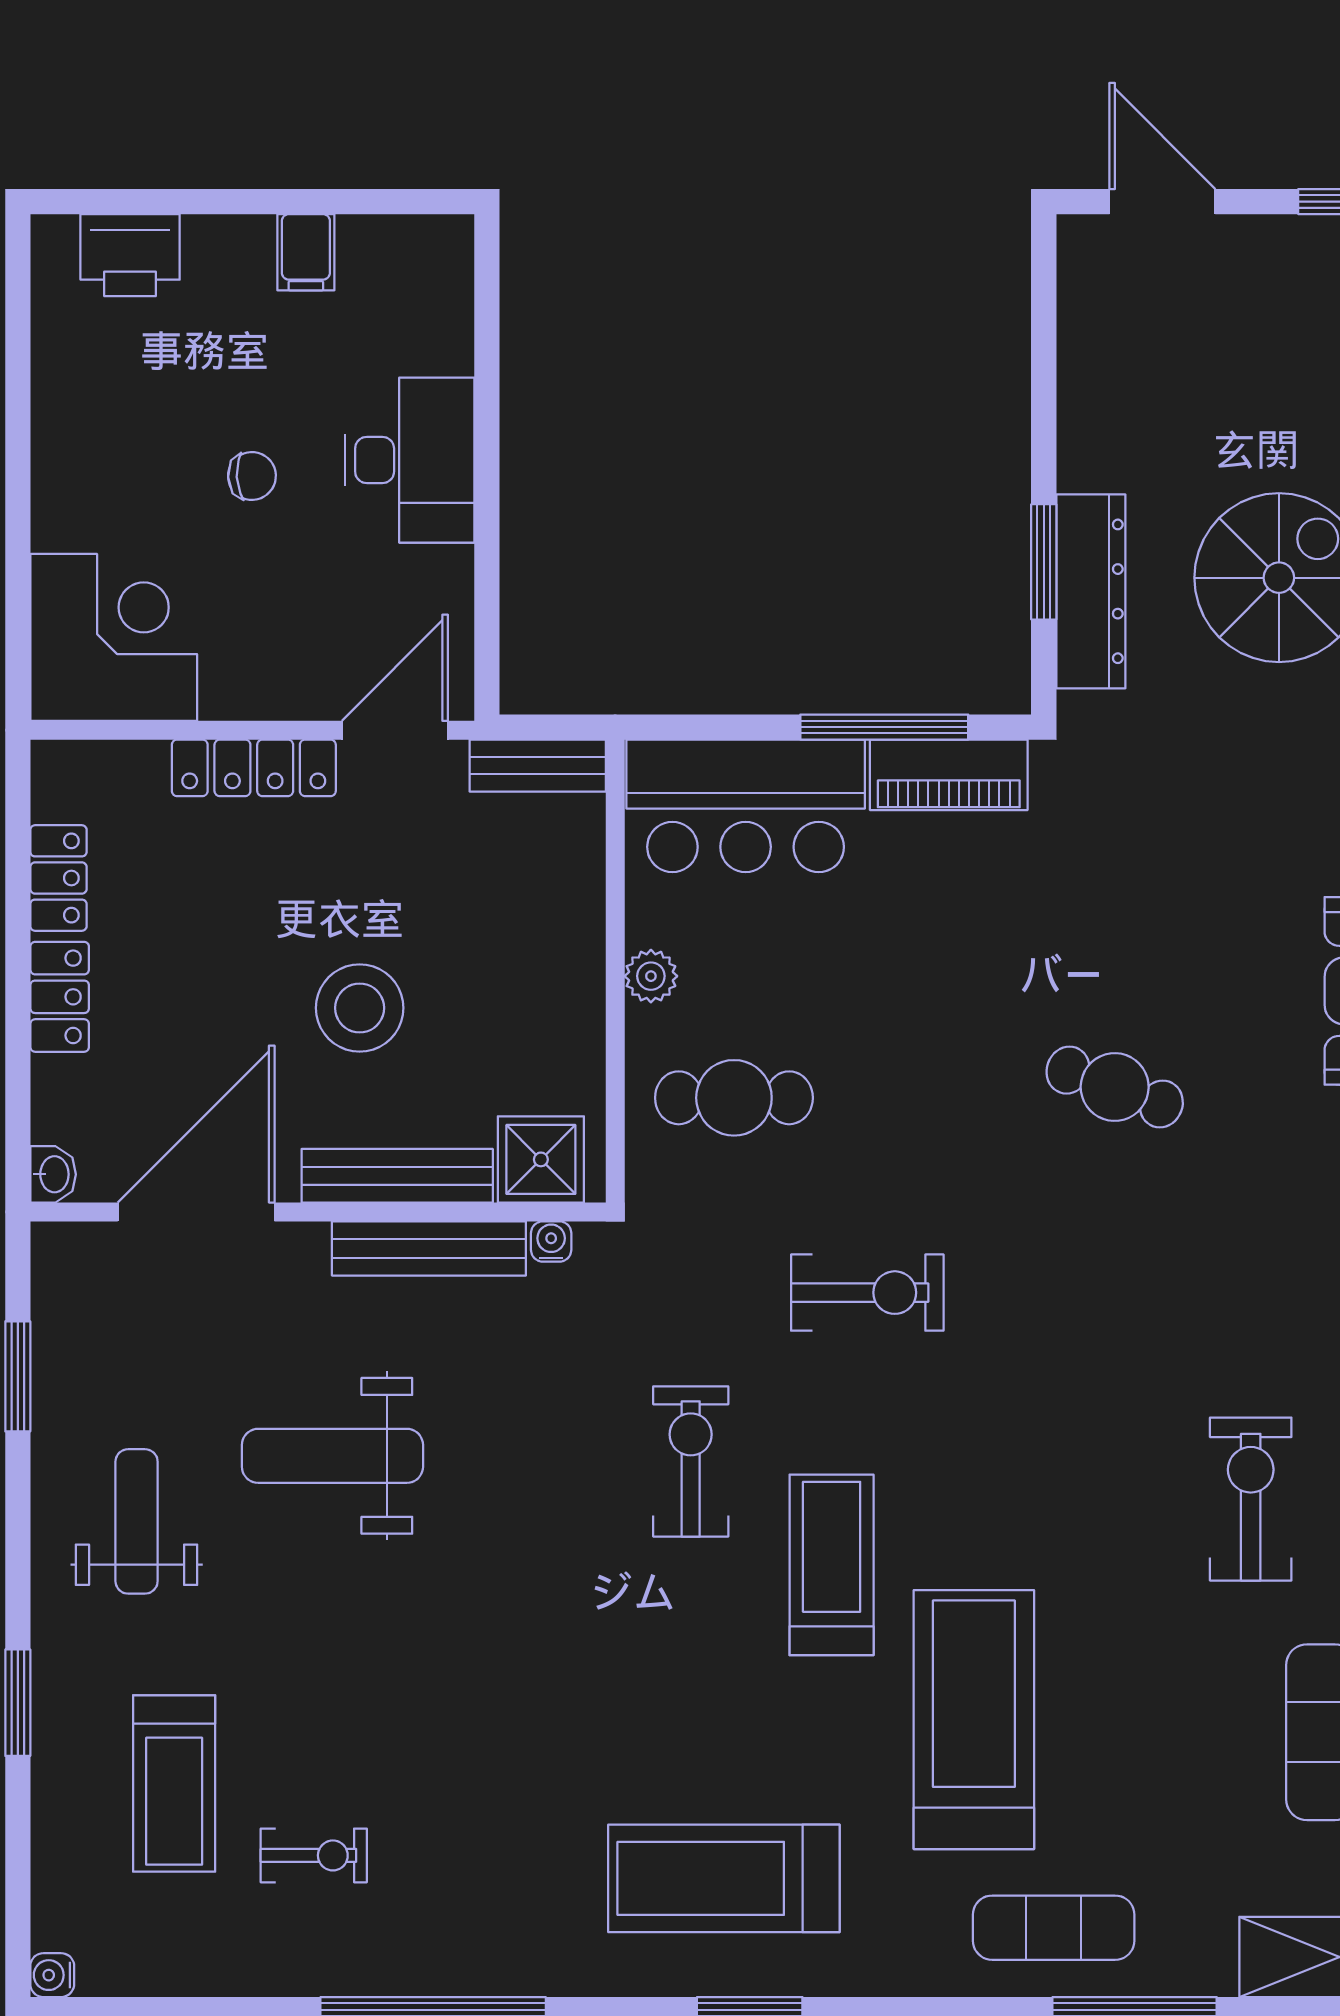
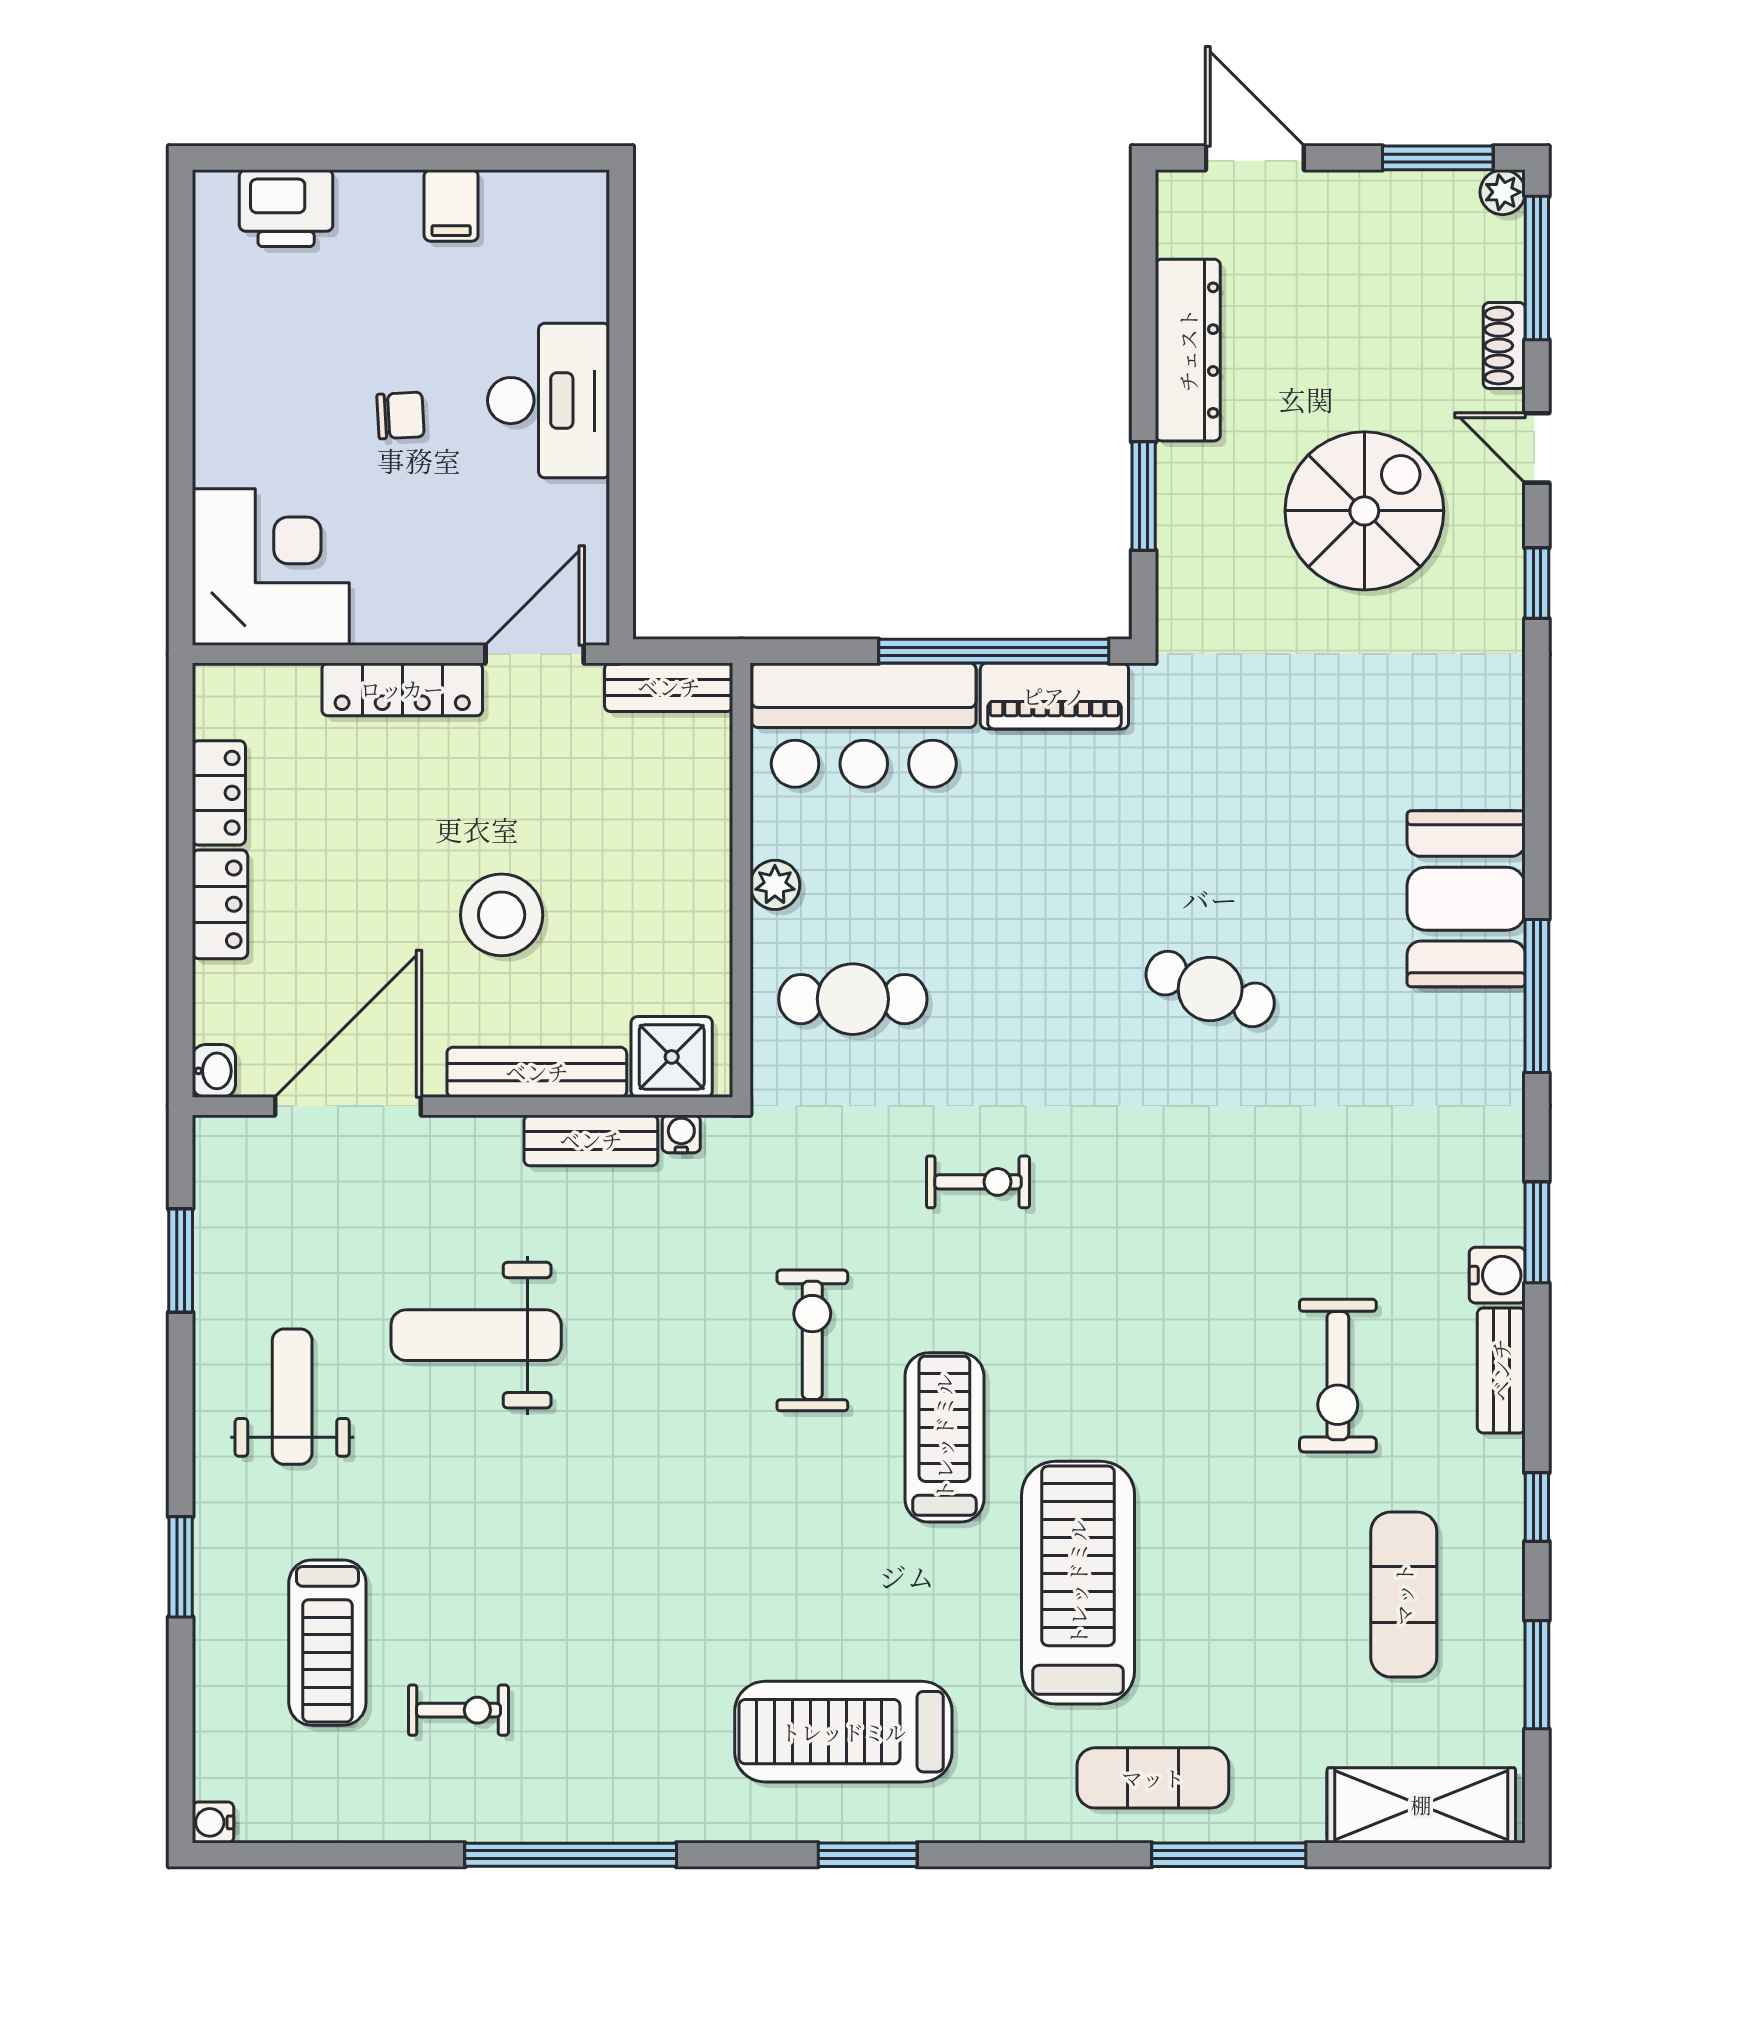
dresser: (1091, 591) -> (1188, 350), moved
window: (884, 727) -> (994, 651), width x1.46
bench: (429, 1248) -> (591, 1140), width x0.73
exercise bike: (867, 1293) -> (978, 1182), width x0.73, depth x0.72
exercise bike: (1251, 1499) -> (1338, 1376), turned 180

